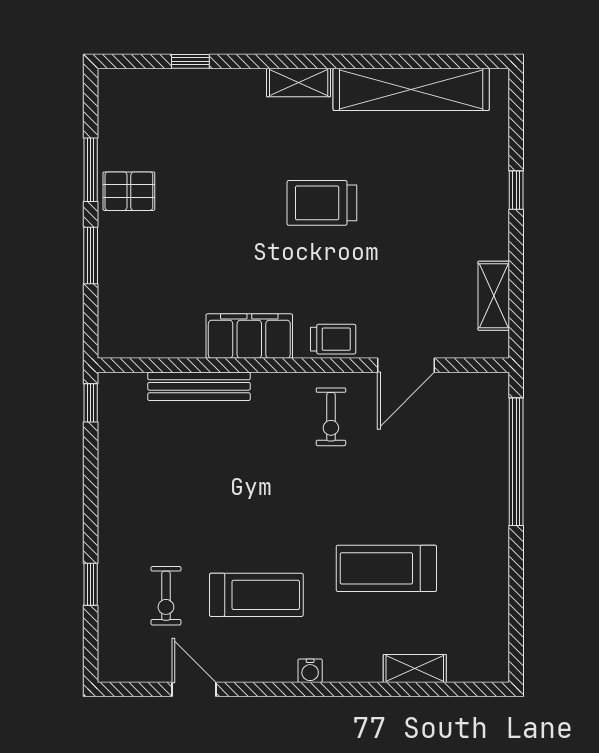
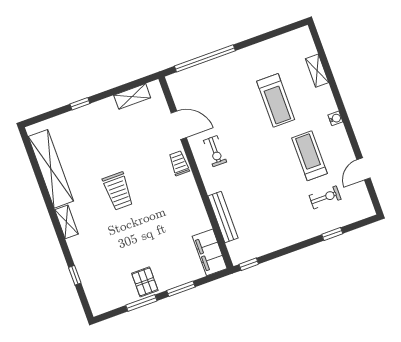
filing cabinet: (249, 336) -> (210, 252), moved
exercise bike: (331, 417) -> (215, 151), turned 90

